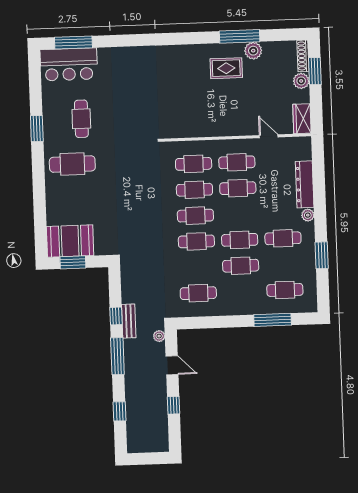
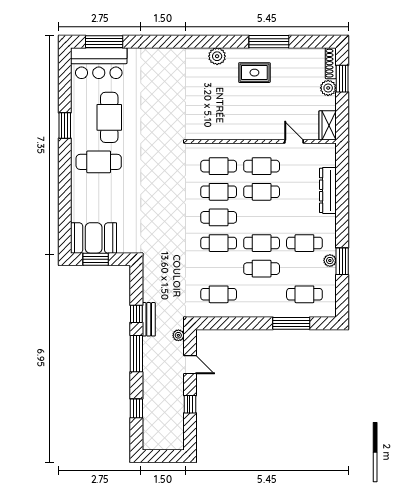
plant: (253, 51) -> (217, 56), moved
cafe table: (81, 119) -> (109, 117), width x1.37, depth x1.35
plant: (308, 215) -> (330, 261), moved

